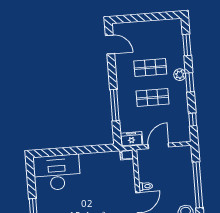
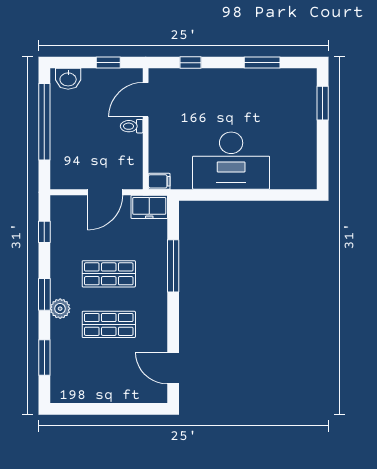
desk: (57, 173) -> (231, 161), moved

